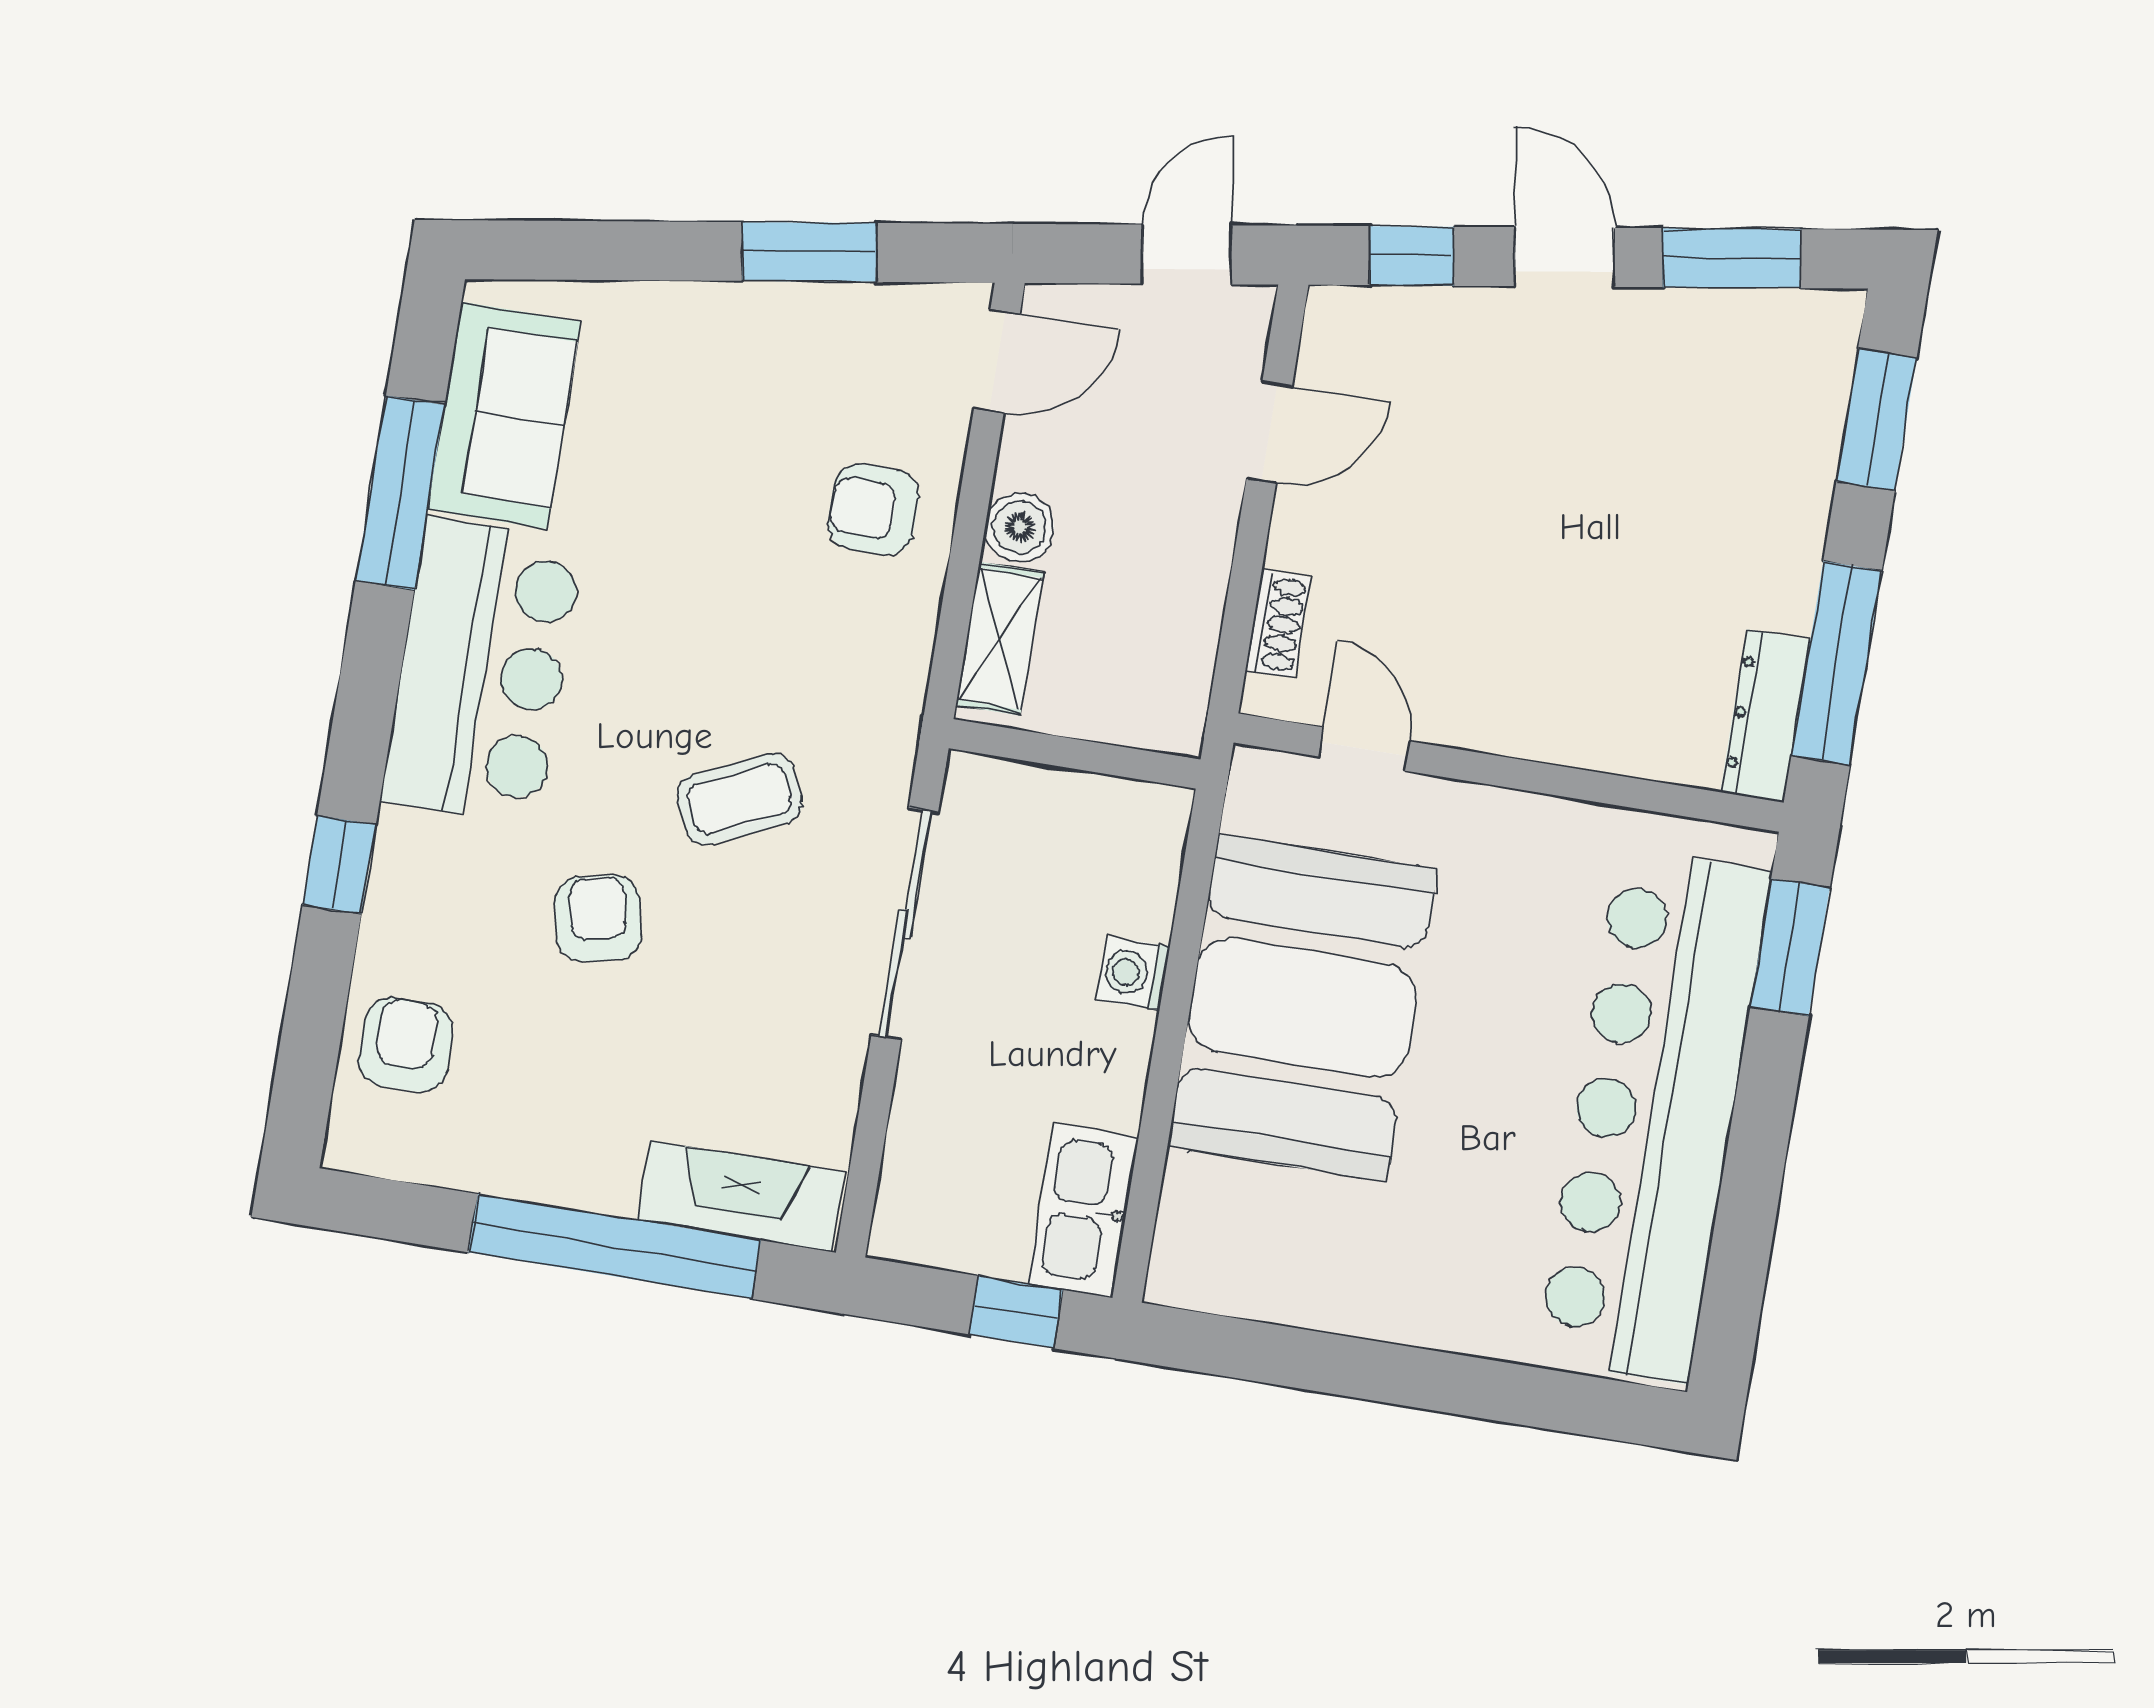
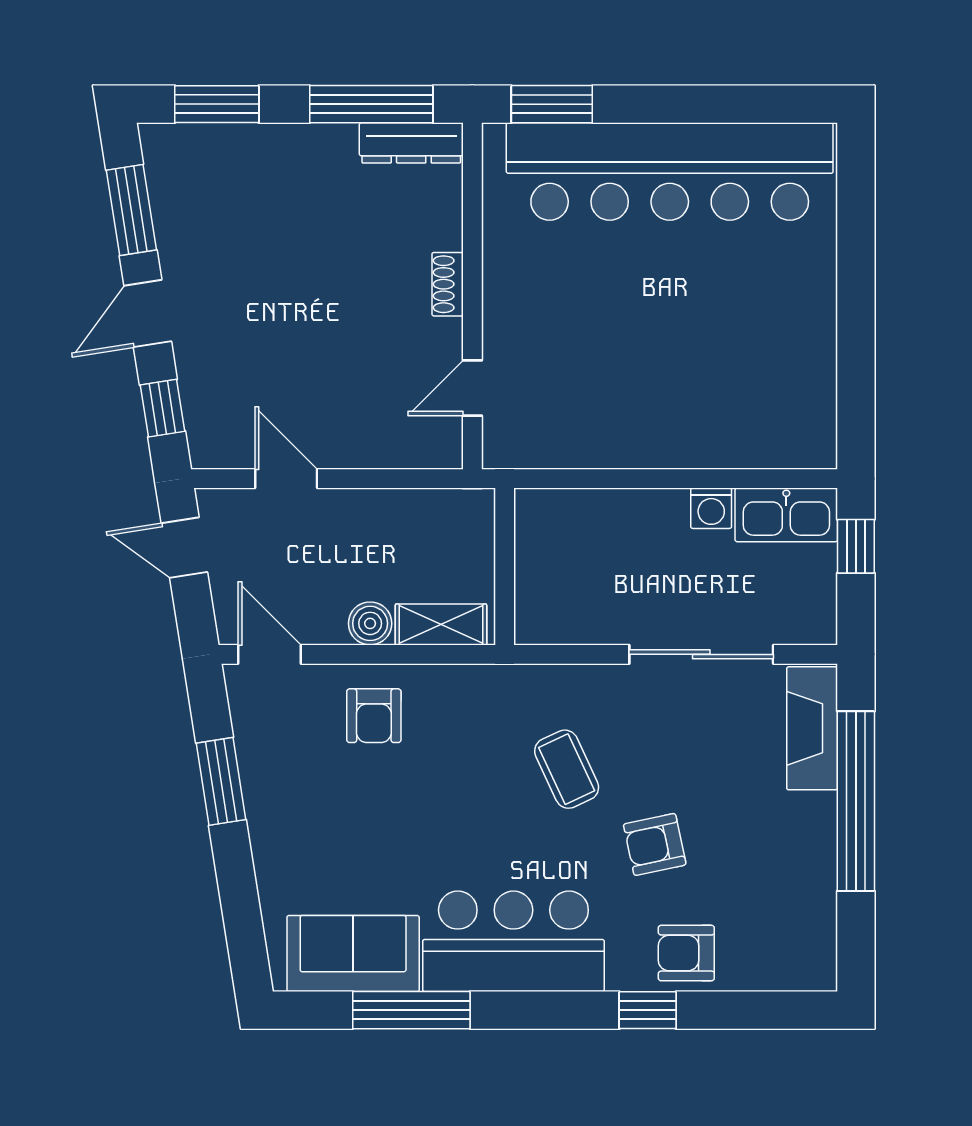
shoe rack: (1278, 624) -> (448, 284), moved, turned -90
sliding door: (905, 924) -> (701, 654), moved
washing machine: (1133, 973) -> (711, 508), moved
booth: (1303, 1008) -> (639, 400), removed
armchair: (406, 1045) -> (686, 953), moved

